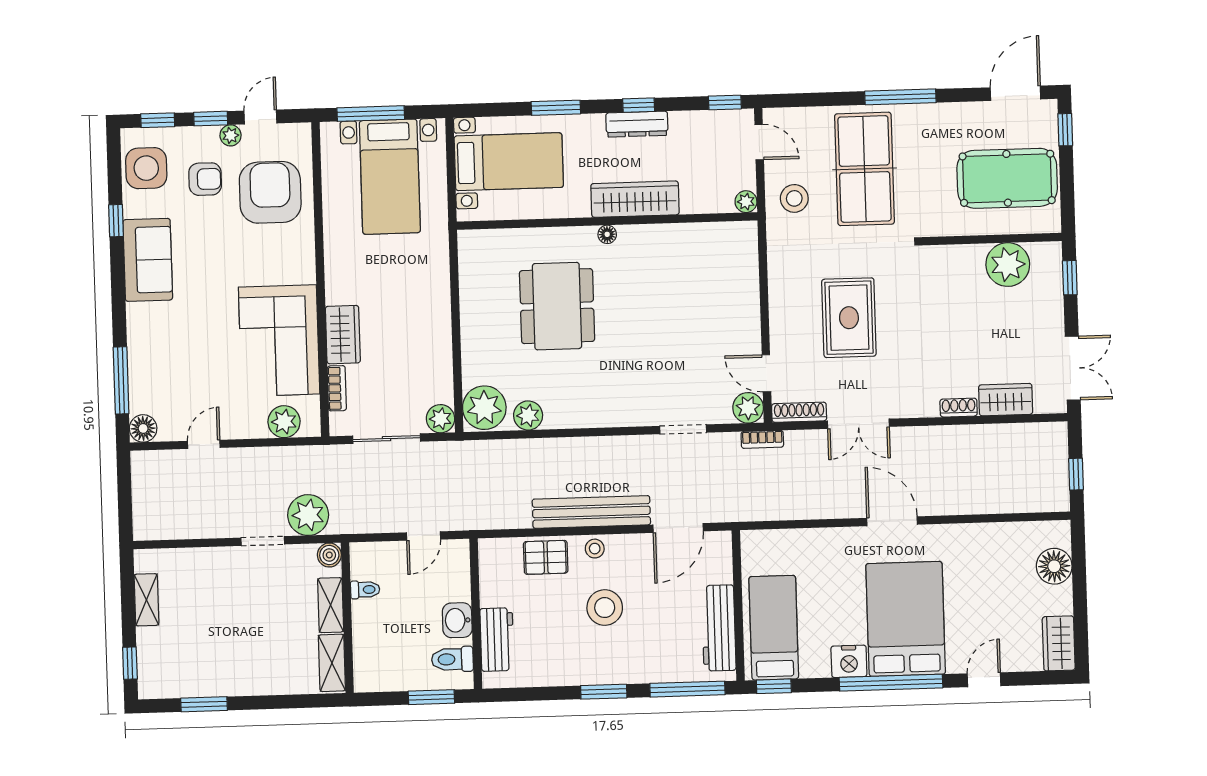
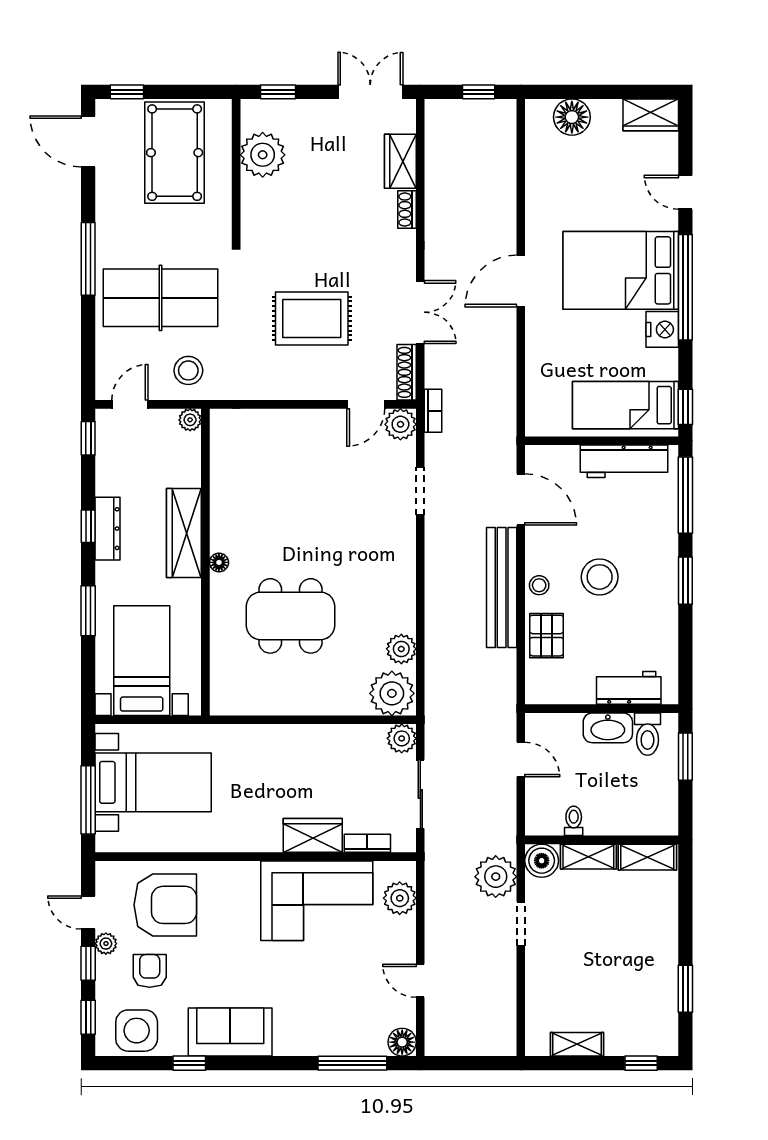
armchair: (270, 192) -> (165, 905), turned 180
boiler: (329, 555) -> (542, 861), width x1.36, depth x1.36
washbasin: (457, 620) -> (608, 728), width x1.38

